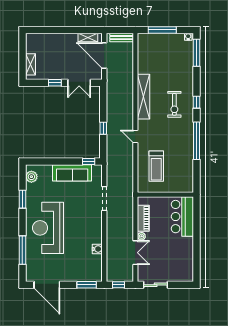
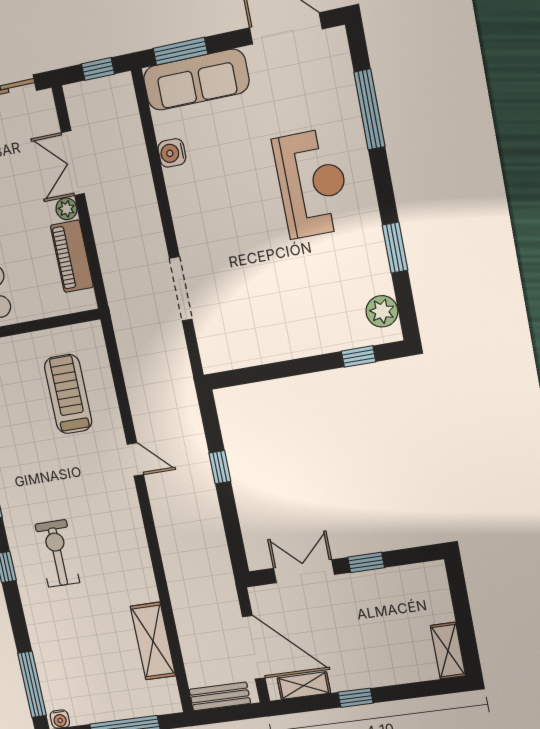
window: (69, 30) -> (356, 698), added
shelving: (30, 64) -> (448, 651), moved
shelving: (144, 97) -> (153, 641), moved, width x0.68
window: (89, 162) -> (359, 356), moved
sofa: (72, 173) -> (196, 80), moved, turned 180
reception desk: (48, 228) -> (312, 183), width x0.74, depth x0.77

